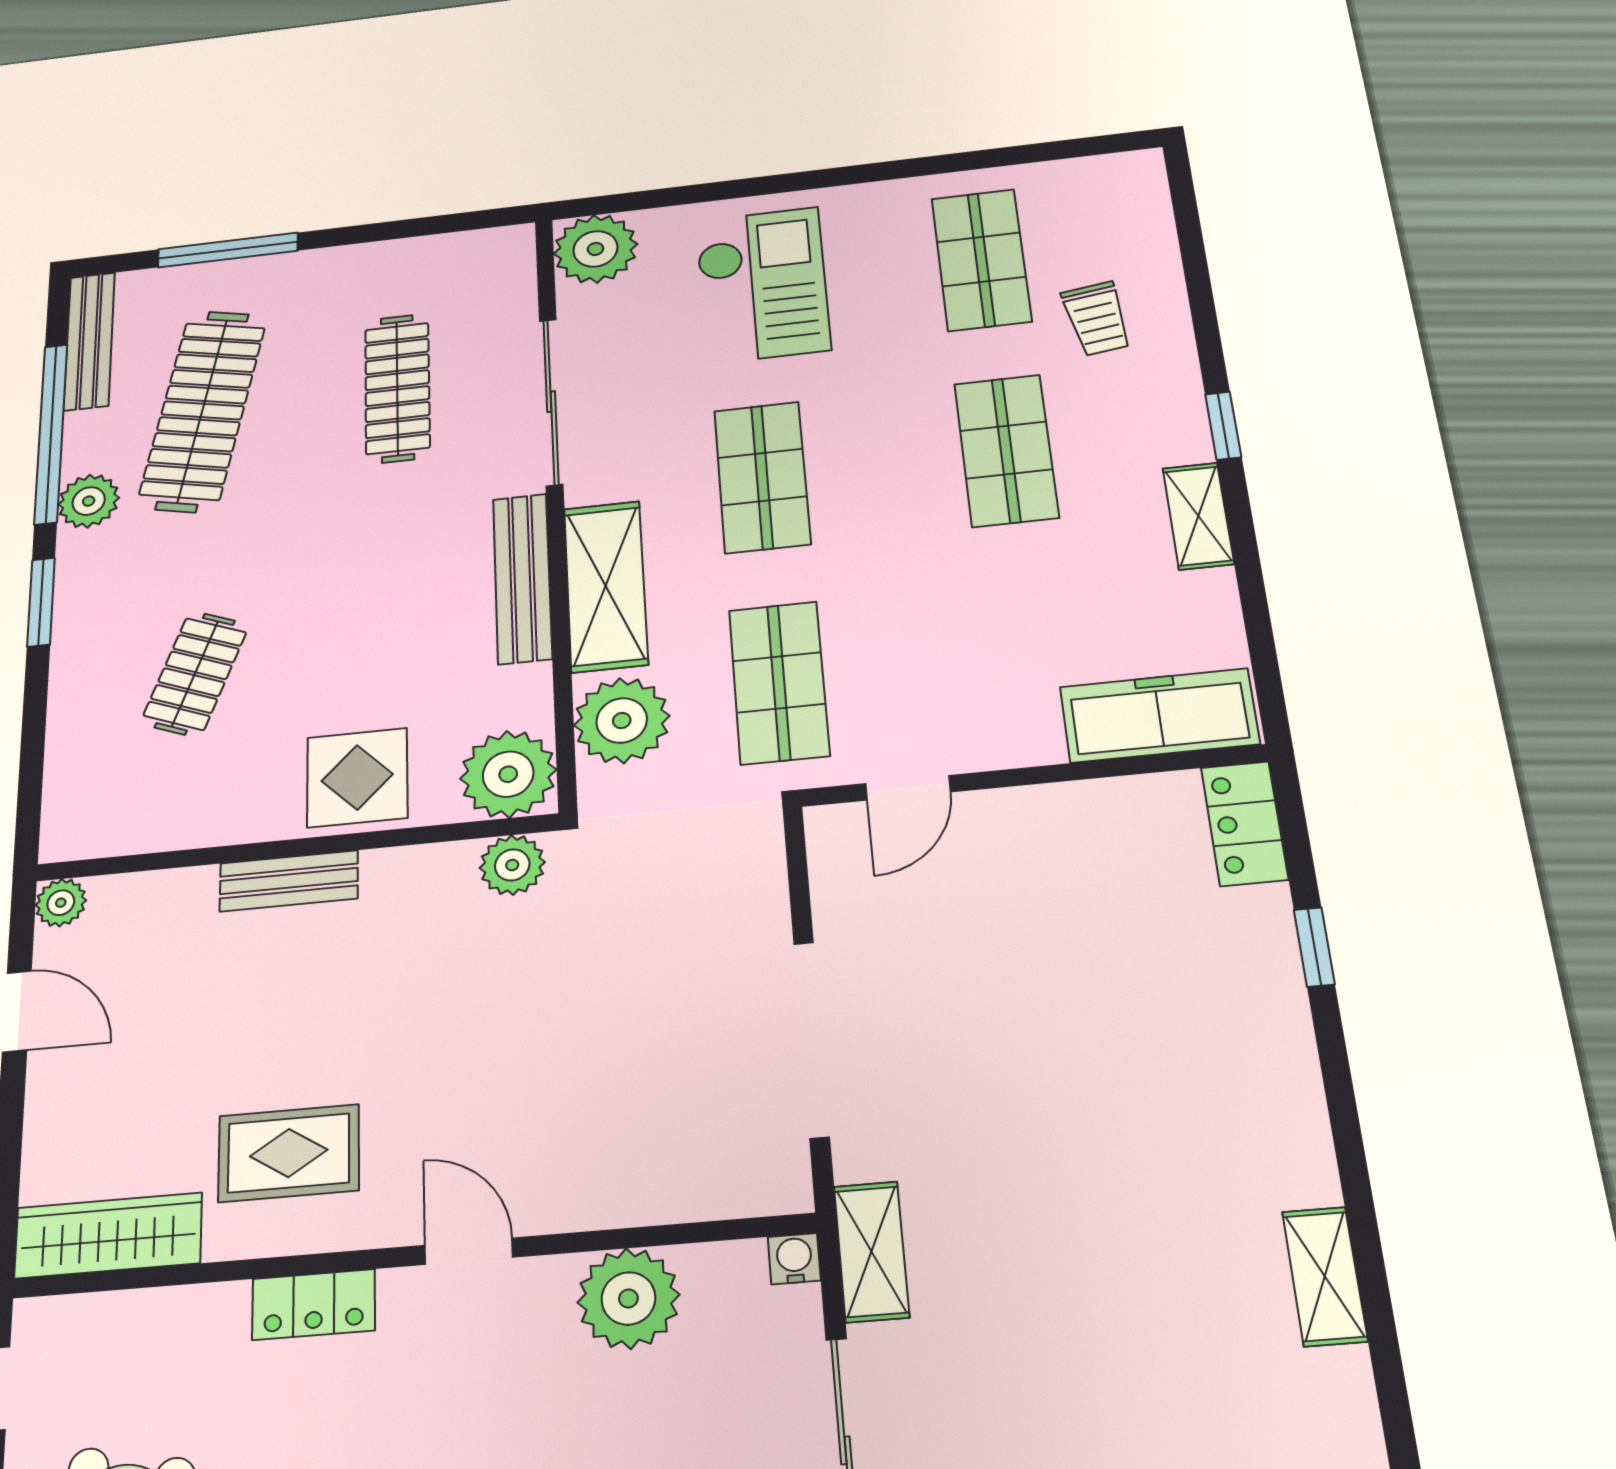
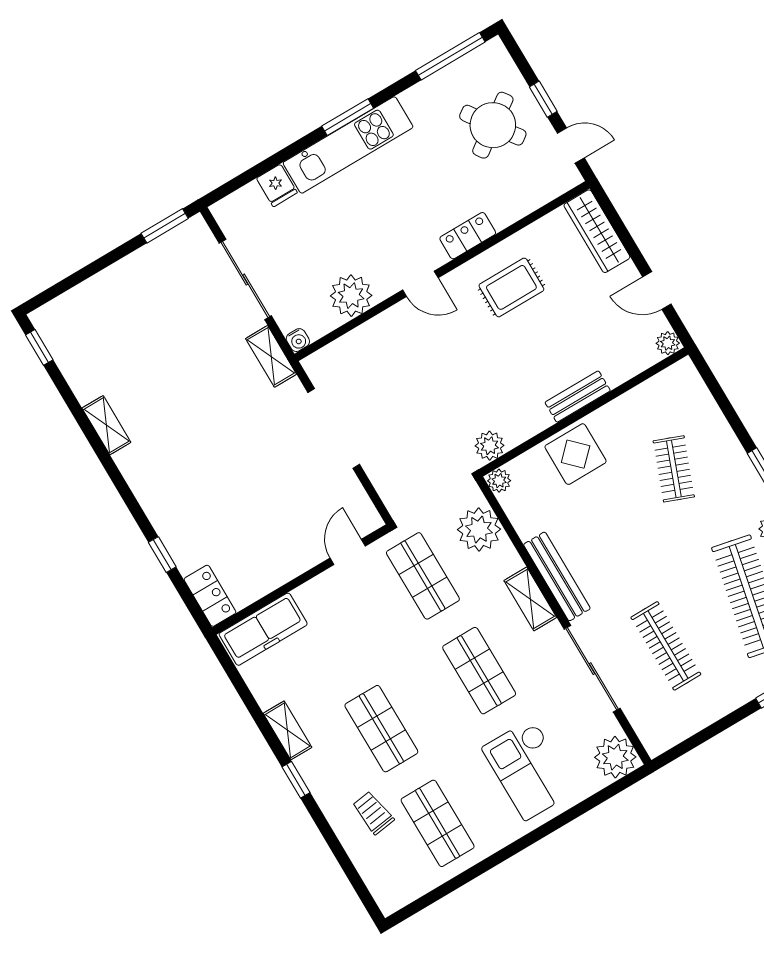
shelving: (606, 586) -> (530, 599), width x0.67, depth x0.75
plant: (508, 774) -> (499, 481), width x0.53, depth x0.53
wardrobe: (108, 1235) -> (597, 231), moved, turned 90

